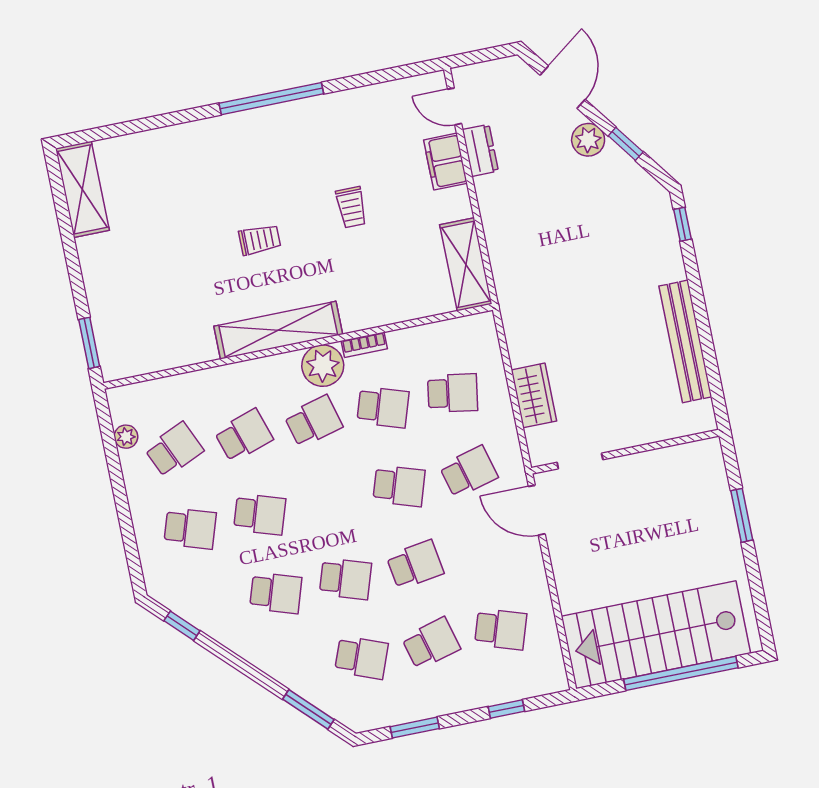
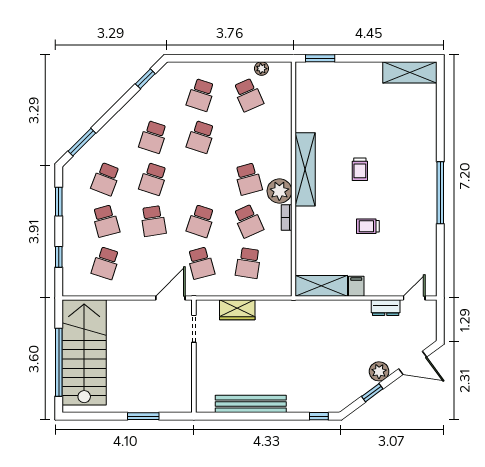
filing cabinet: (445, 162) -> (356, 286), moved, width x0.50
school desk: (383, 407) -> (248, 221), turned -42
school desk: (244, 436) -> (248, 137), removed

